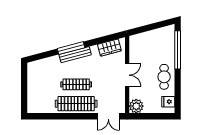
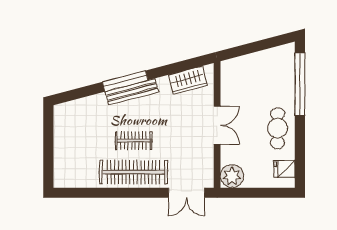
clothes rail: (76, 84) -> (134, 141), width x0.73

